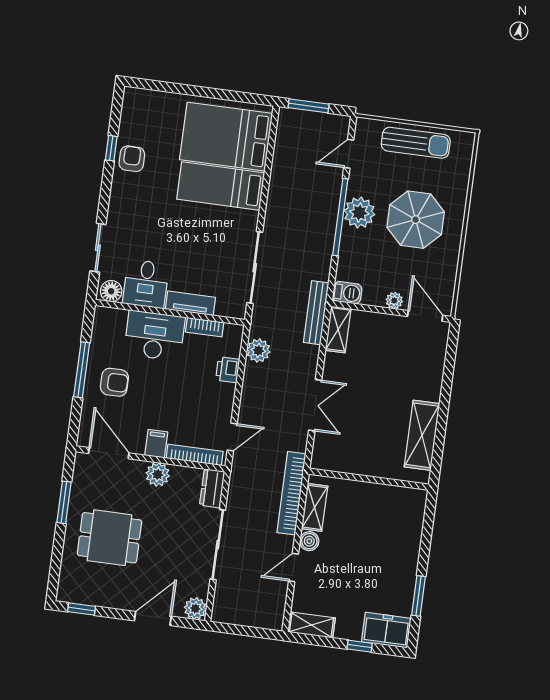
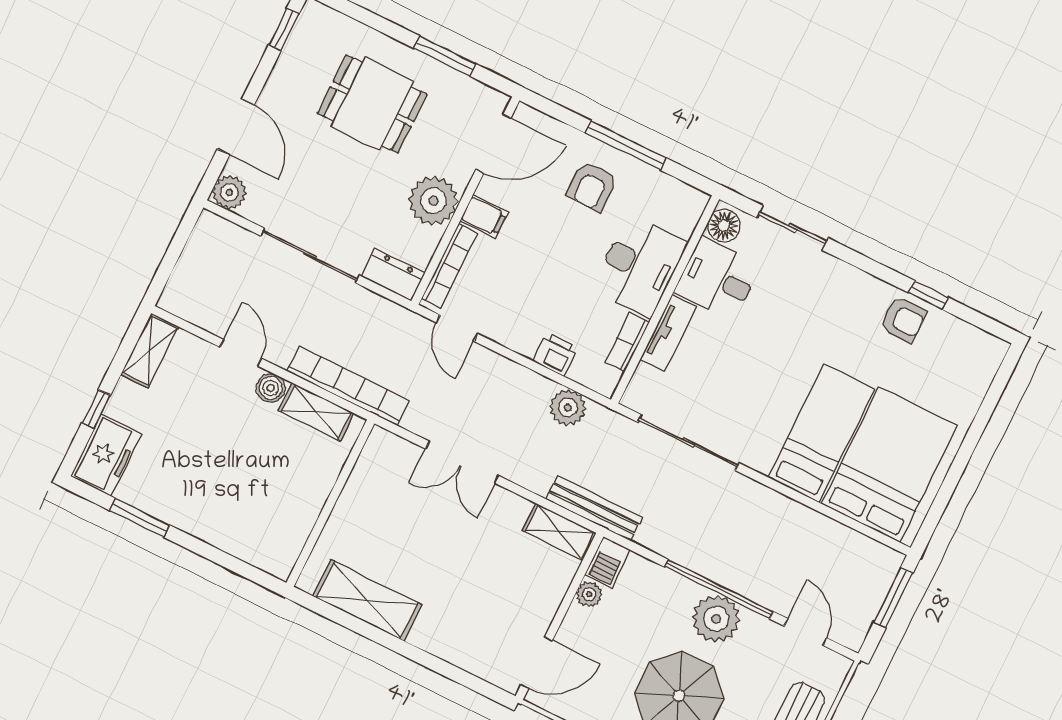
plant: (394, 301) -> (589, 594), moved
plant: (158, 474) -> (433, 201), width x1.36, depth x1.36
dining table: (109, 538) -> (372, 104), turned 90

